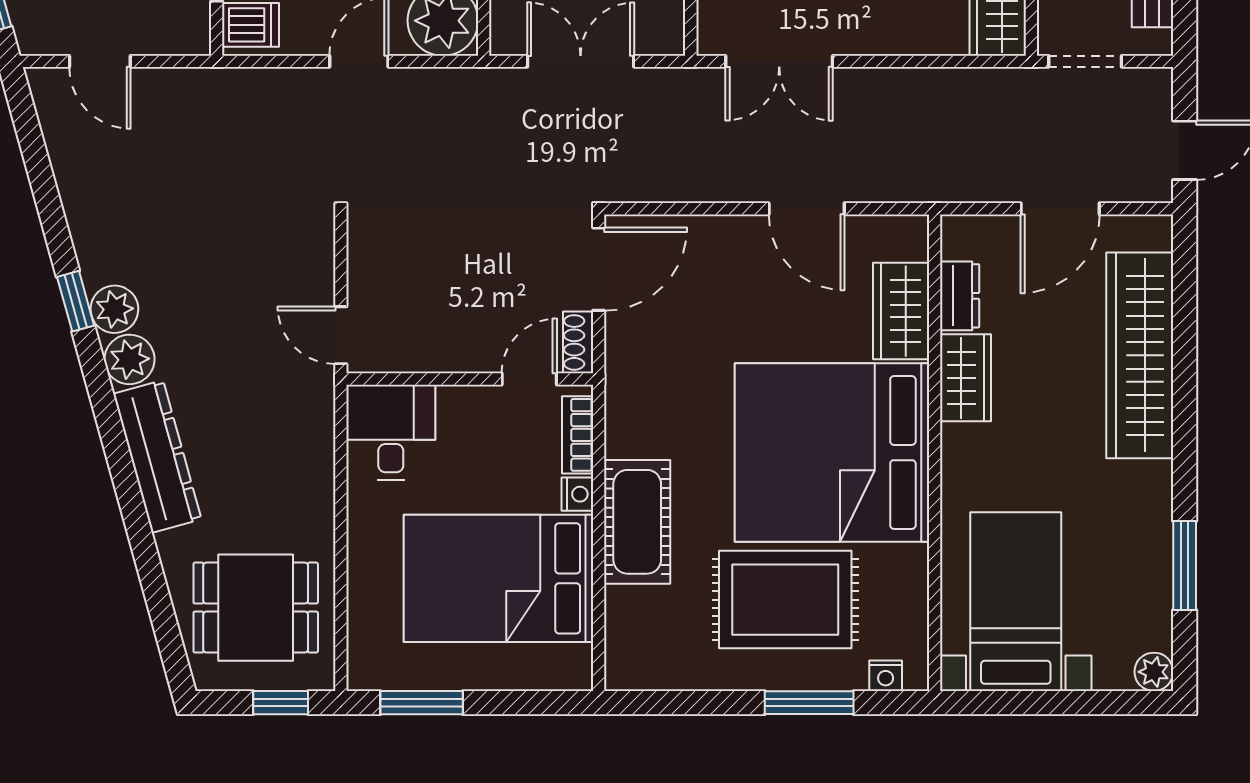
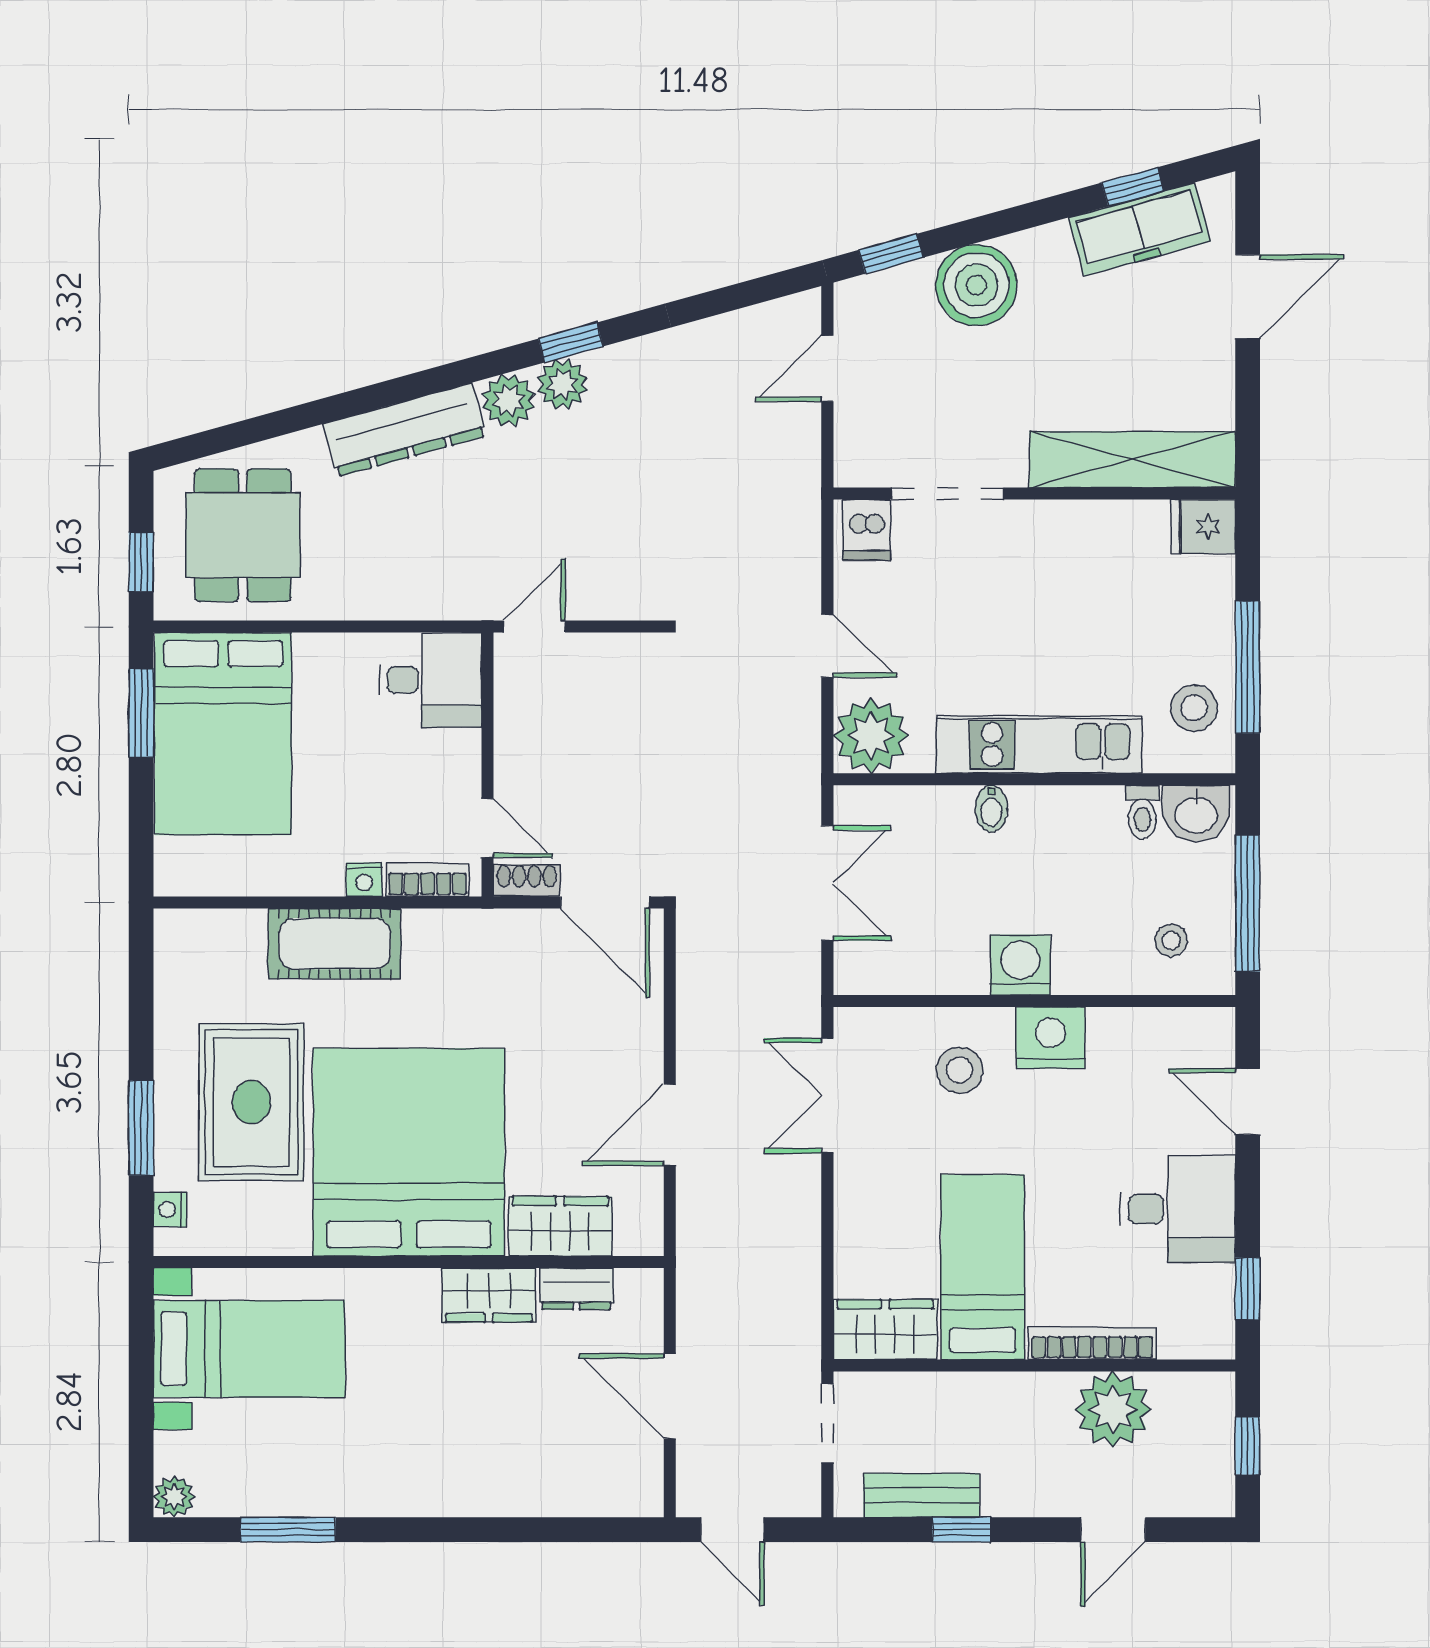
wardrobe: (1140, 355) -> (513, 1482), removed
bed: (499, 578) -> (223, 734), moved, turned 180

